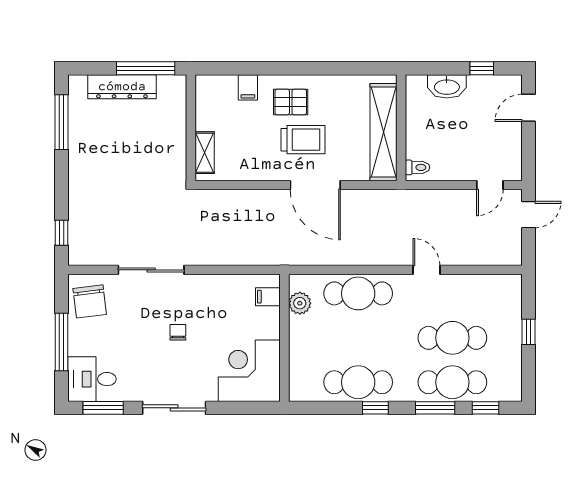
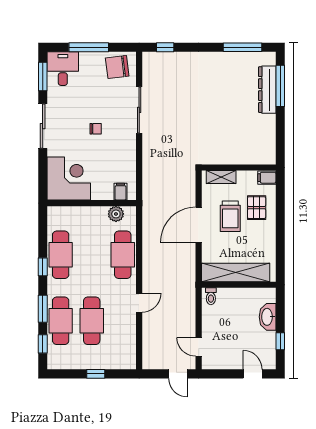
window: (146, 68) -> (280, 86), moved
wall: (191, 128) -> (239, 168), moved
shelving: (205, 153) -> (221, 177), moved

